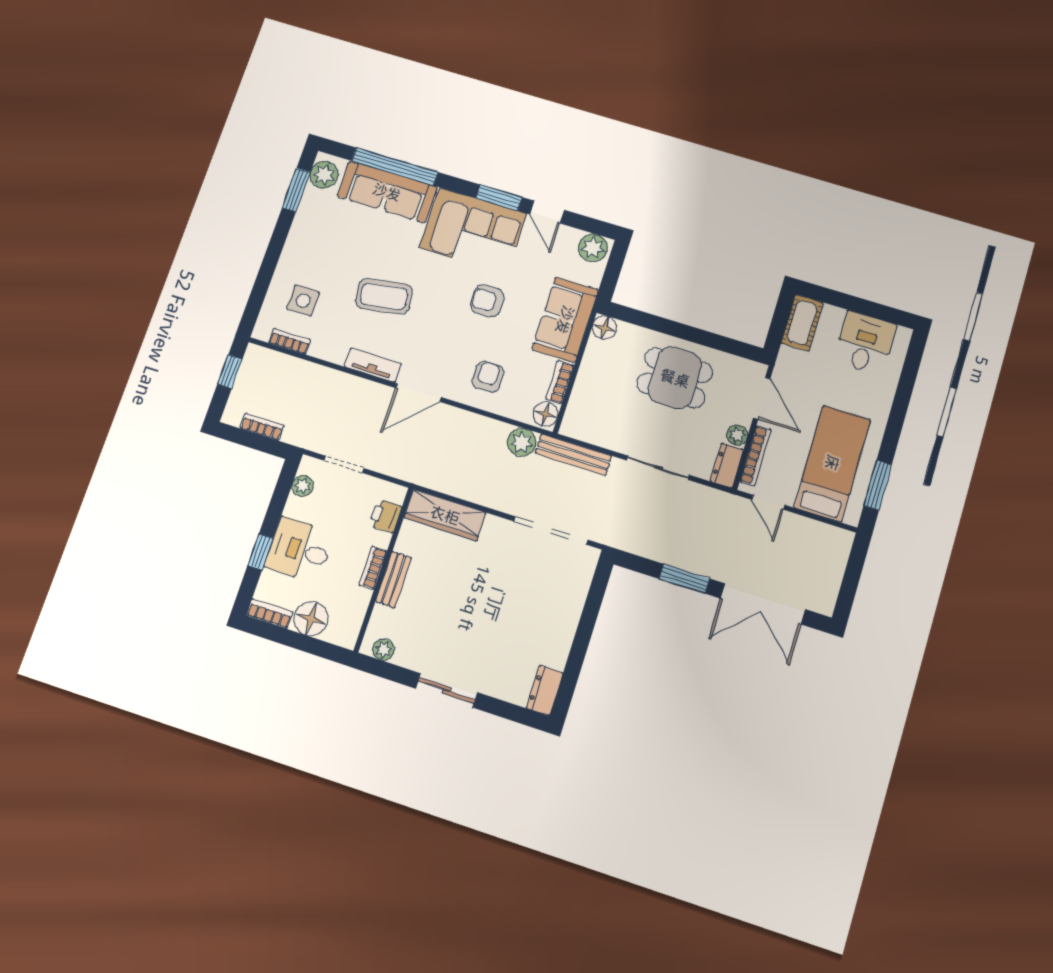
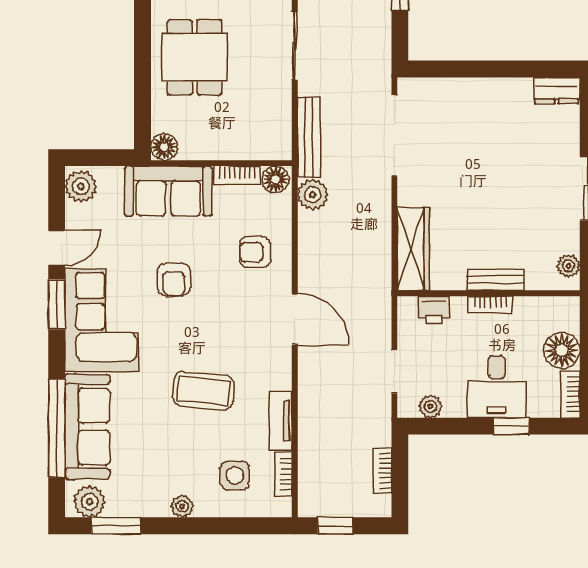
plant: (293, 249) -> (182, 506), added
coffee table: (384, 296) -> (203, 391), turned -76
tv unit: (373, 365) -> (281, 420), moved

